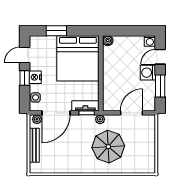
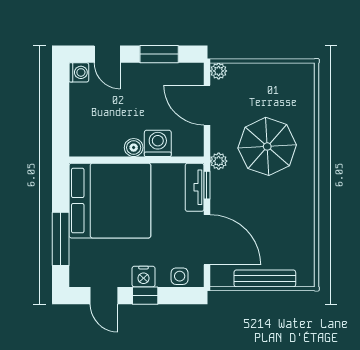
window: (56, 31) -> (61, 239), width x1.44
boiler: (108, 41) -> (134, 148), moved
washing machine: (148, 73) -> (158, 143), moved, turned 180
plant: (37, 119) -> (219, 71), moved

